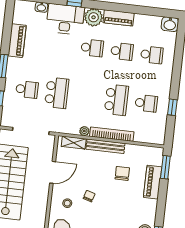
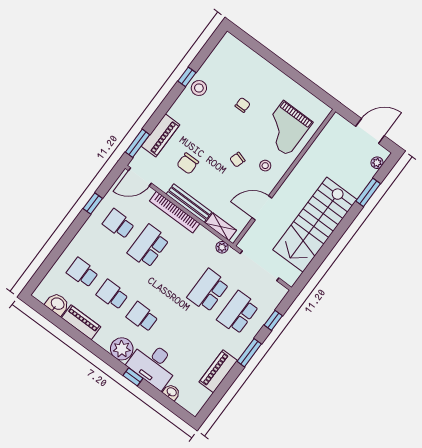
piano: (119, 18) -> (81, 322), moved
washbasin: (170, 24) -> (57, 304), moved
school desk: (27, 89) -> (238, 313), width x1.85
plant: (84, 131) -> (222, 247), moved
door: (150, 145) -> (140, 177), added

